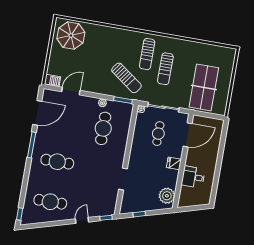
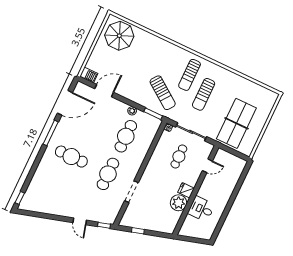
door: (188, 135) -> (207, 166), width x0.53
plant: (167, 196) -> (179, 203), moved
cafe table: (50, 202) -> (108, 174), moved, turned 90
door: (82, 220) -> (80, 221), swing flipped

